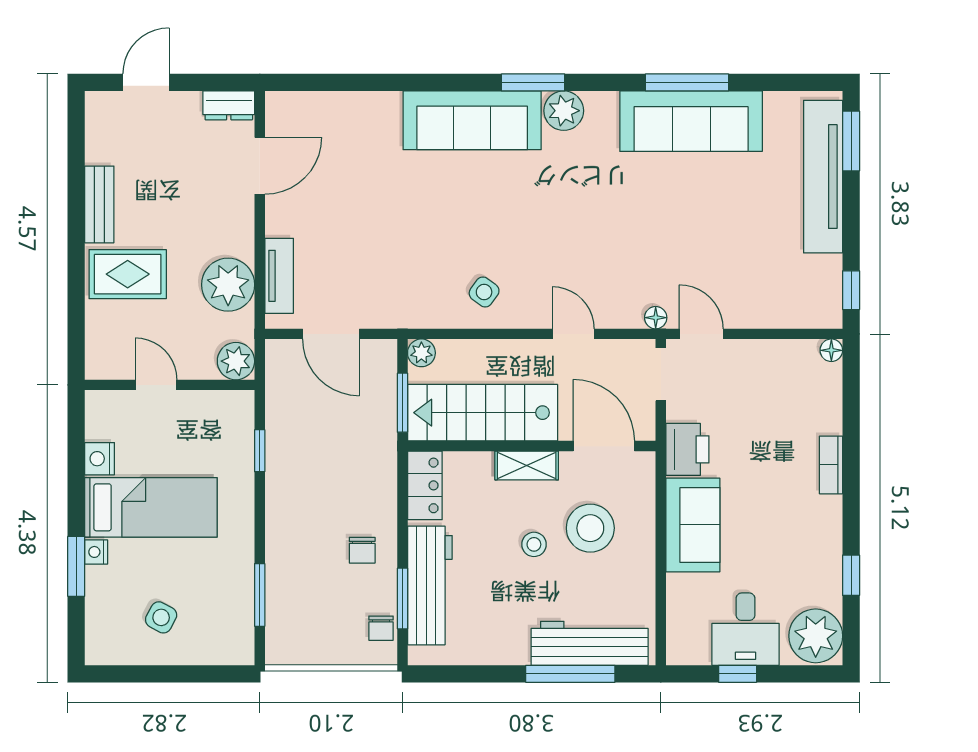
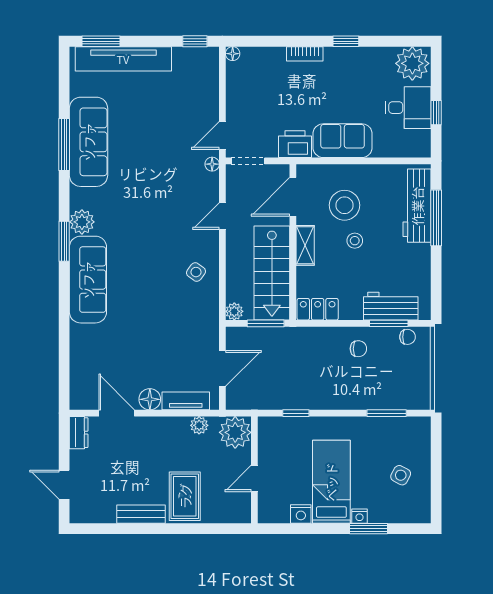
floor lamp: (282, 219) -> (150, 399), added
plant: (228, 285) -> (199, 425), width x0.53, depth x0.53
plant: (236, 361) -> (235, 432), width x1.36, depth x1.36
window: (851, 575) -> (346, 41), moved
workbench: (430, 585) -> (391, 306), width x0.73

